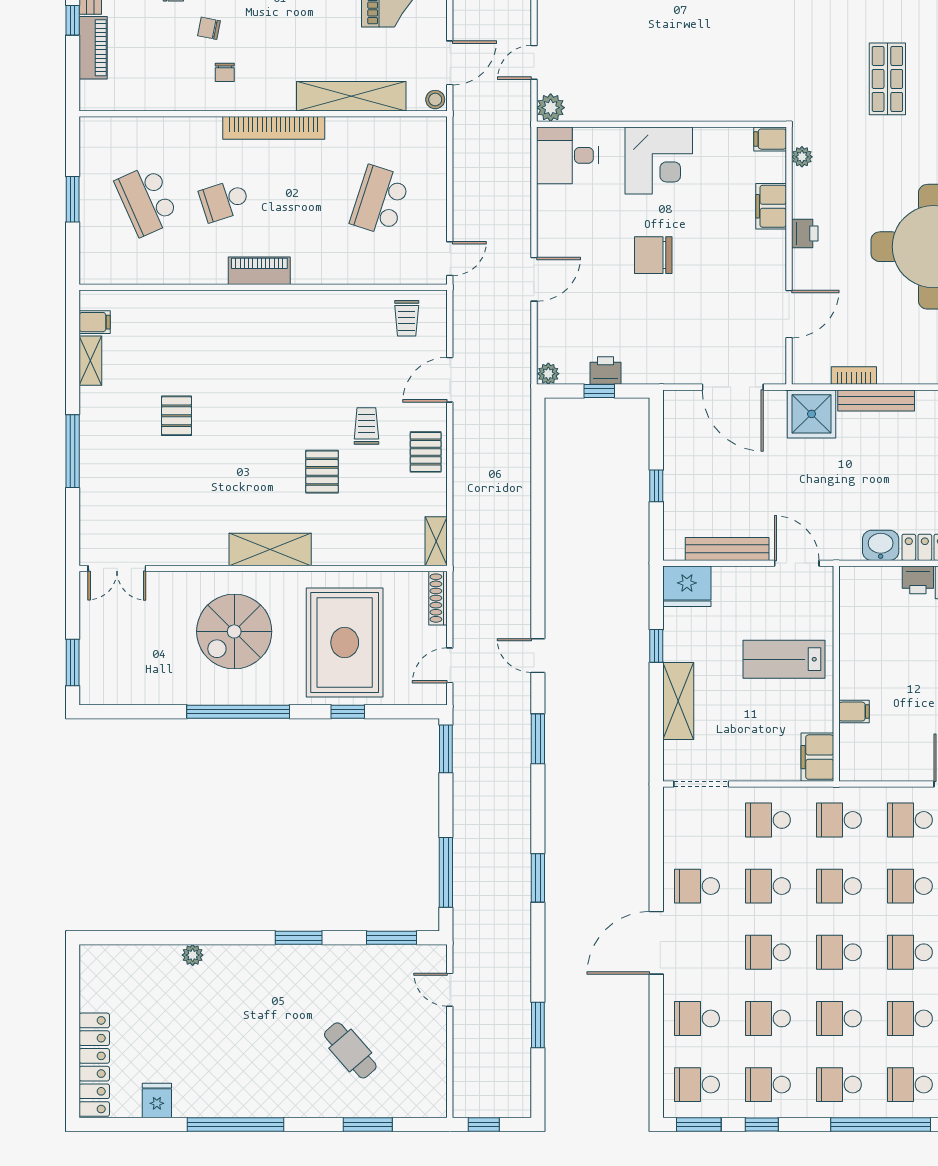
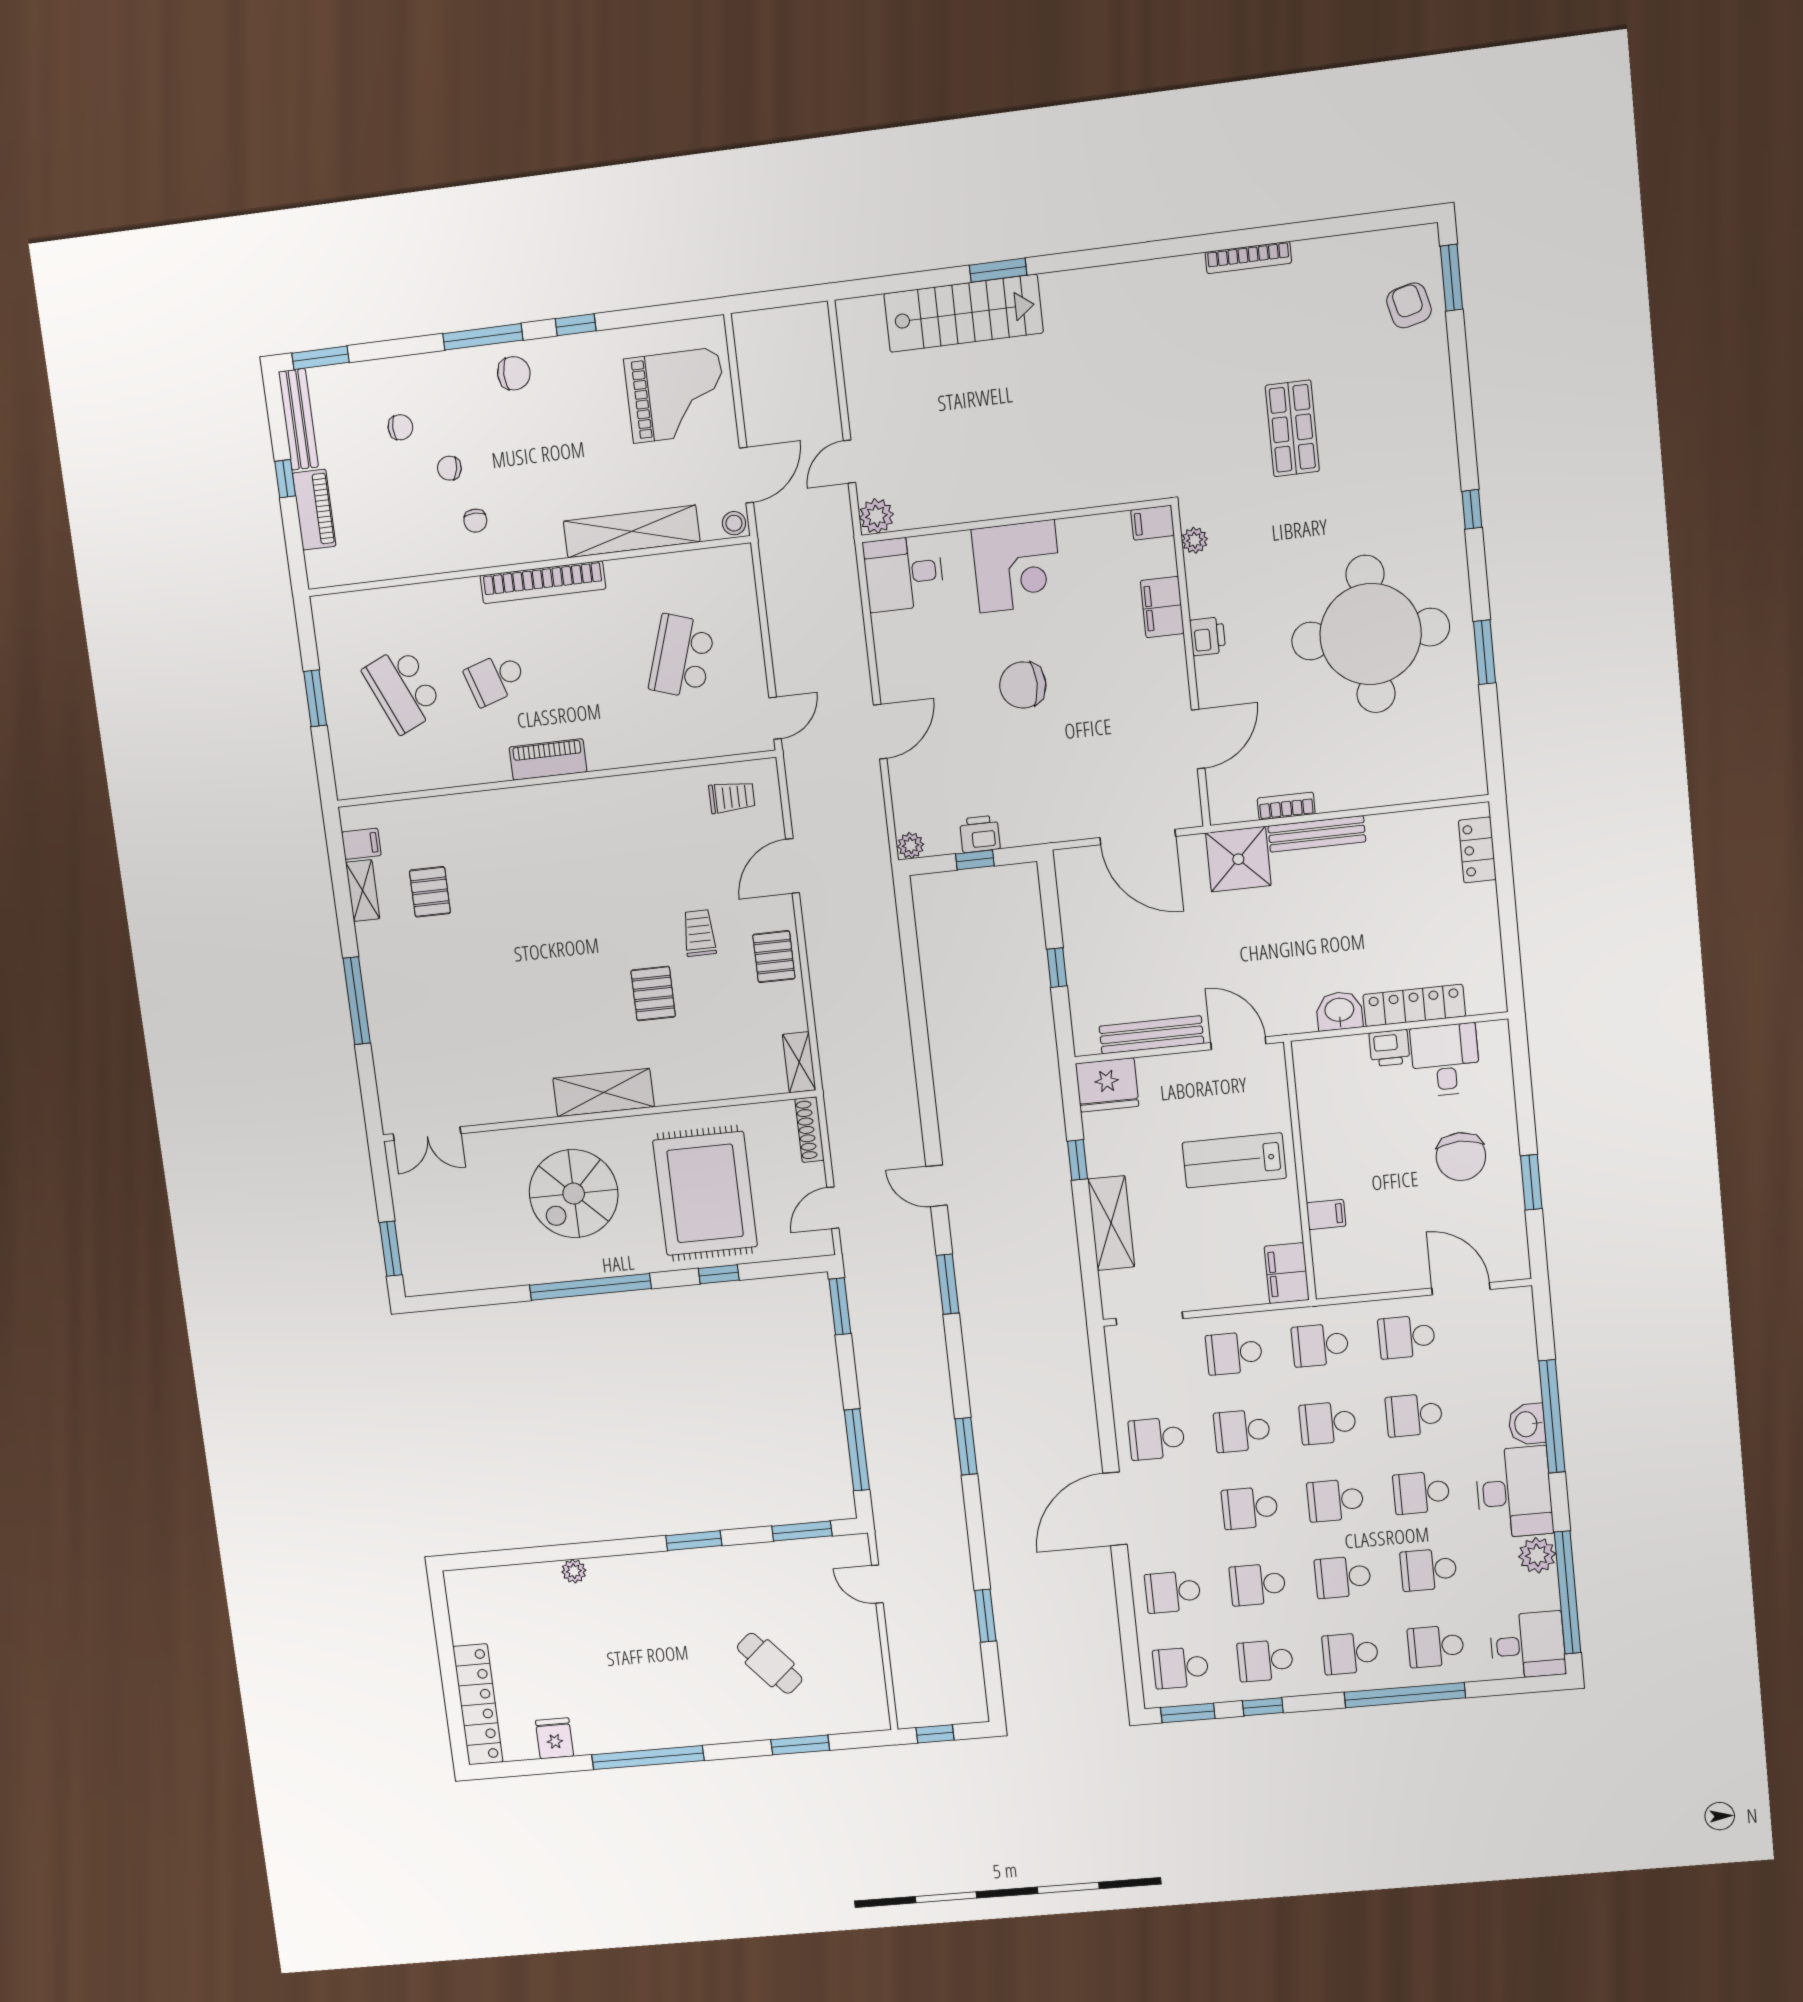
trolley: (407, 318) -> (732, 797), turned -90
pallet: (176, 416) -> (430, 892), moved

